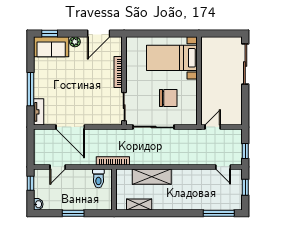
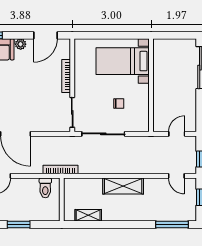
chair: (168, 98) -> (119, 103), width x0.54, depth x0.54
door: (213, 127) -> (177, 134), moved
shelving: (152, 177) -> (123, 186), moved

